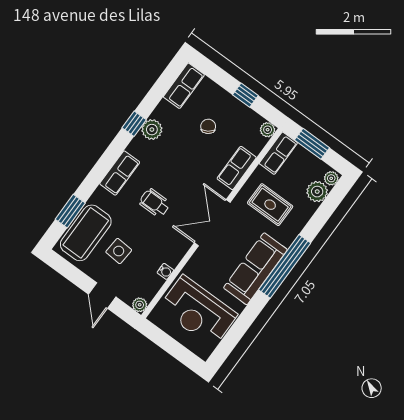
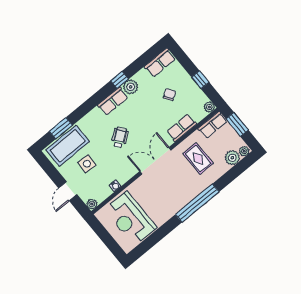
row of seats: (120, 173) -> (113, 101), moved
wheelchair: (155, 203) -> (120, 137), turned 53
sofa: (255, 269) -> (177, 200), removed

